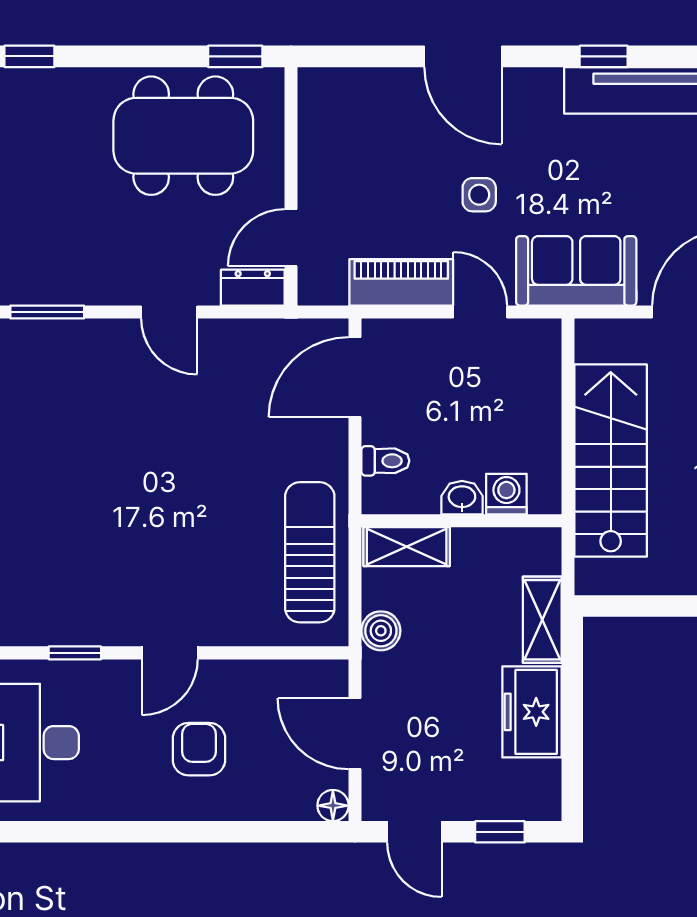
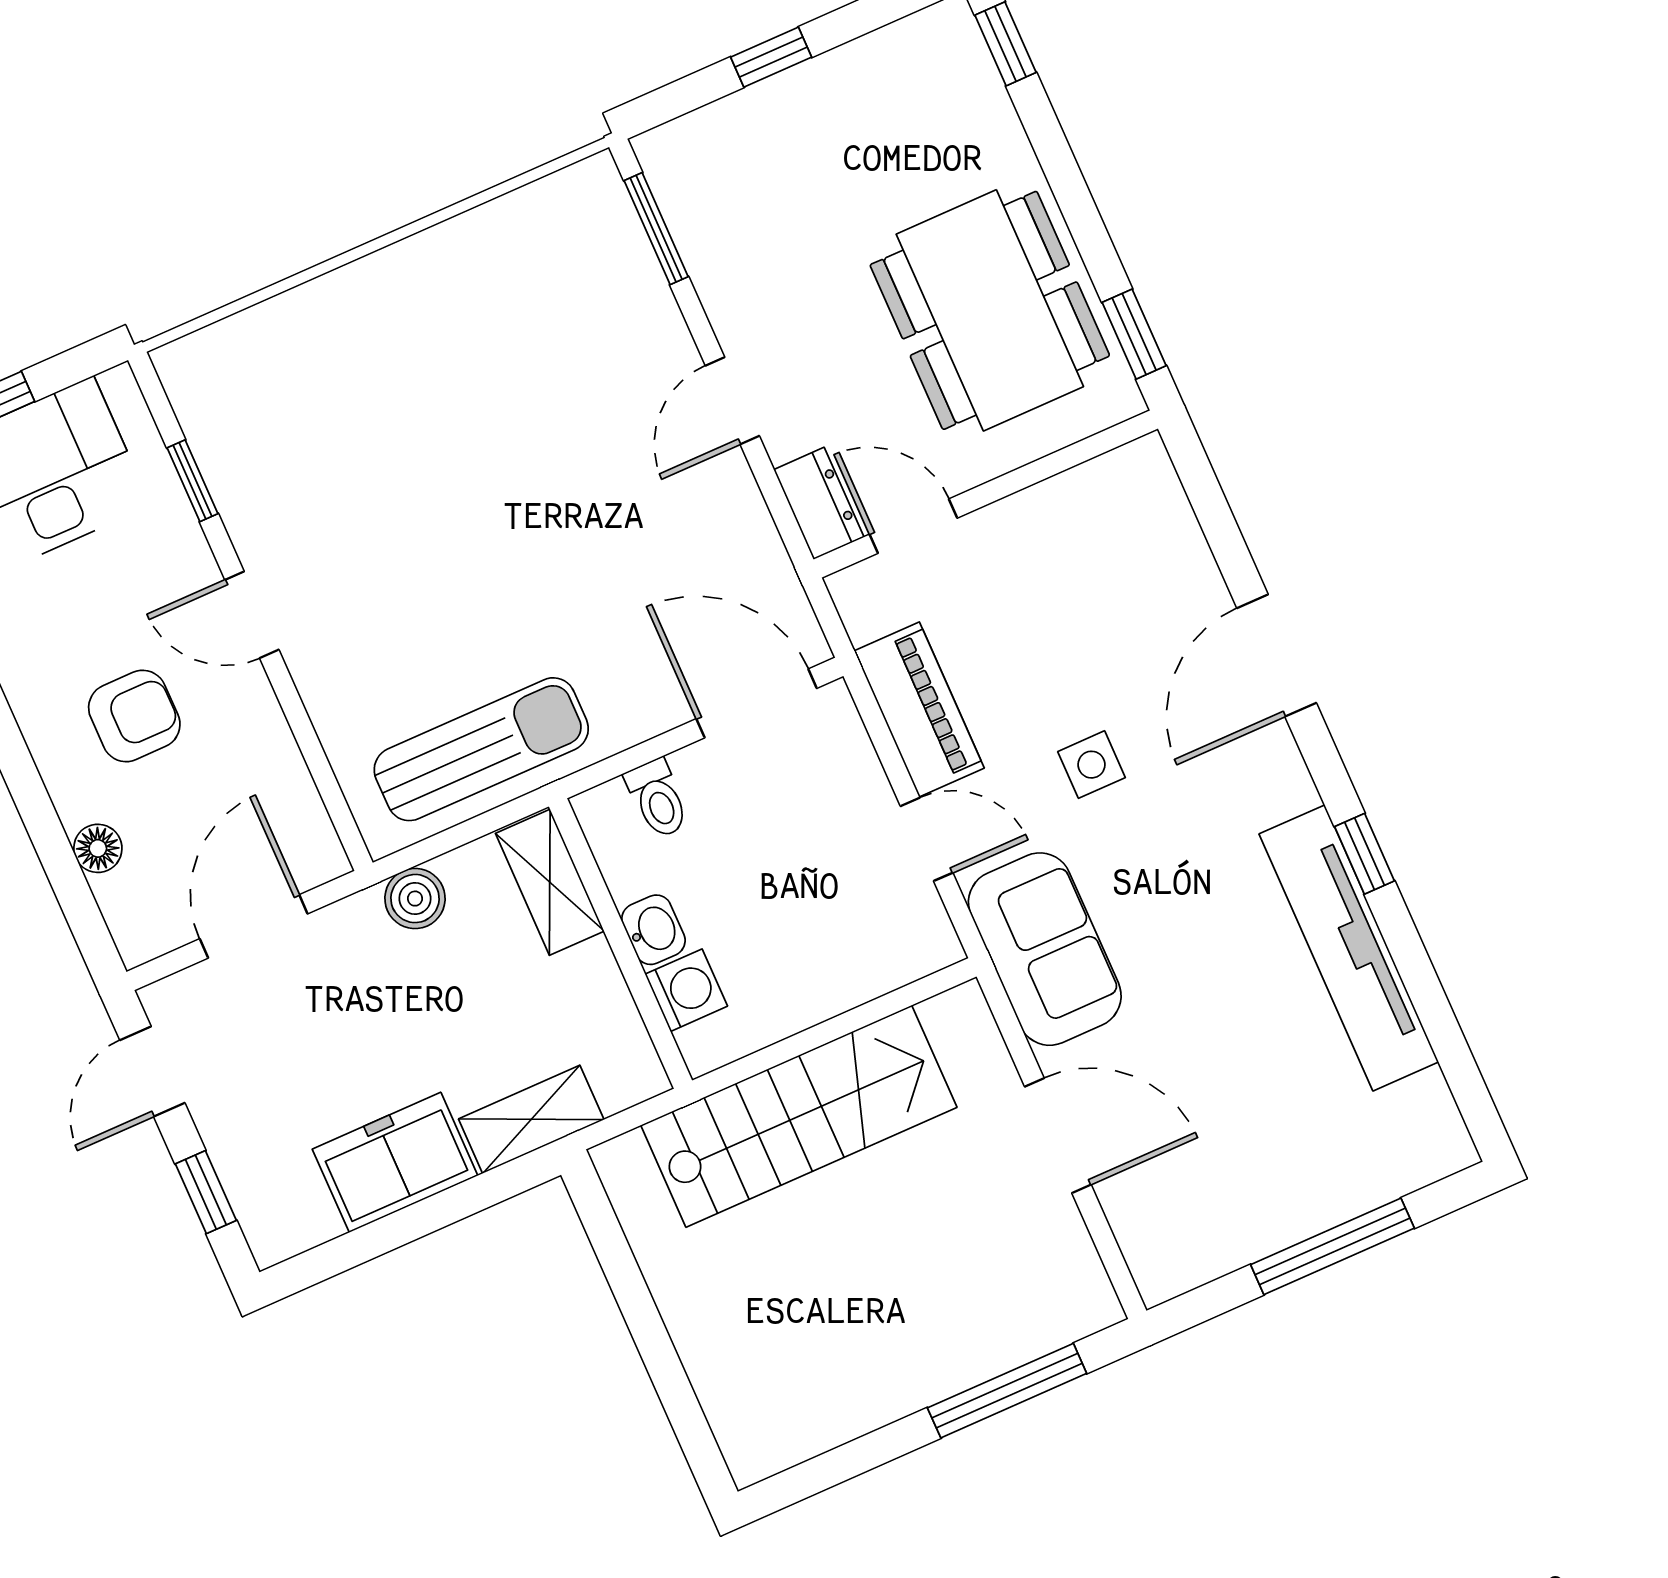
door: (480, 312) -> (927, 839), hinge flipped
floor lamp: (333, 806) -> (98, 848), moved

